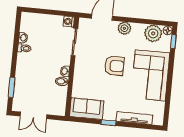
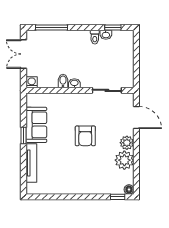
washing machine: (69, 22) -> (32, 82), moved
window: (17, 31) -> (113, 28), added
plant: (153, 33) -> (124, 160), moved
corner sofa: (150, 75) -> (79, 176), removed
window: (12, 87) -> (51, 28), width x1.44
sofa: (87, 109) -> (36, 125), moved

